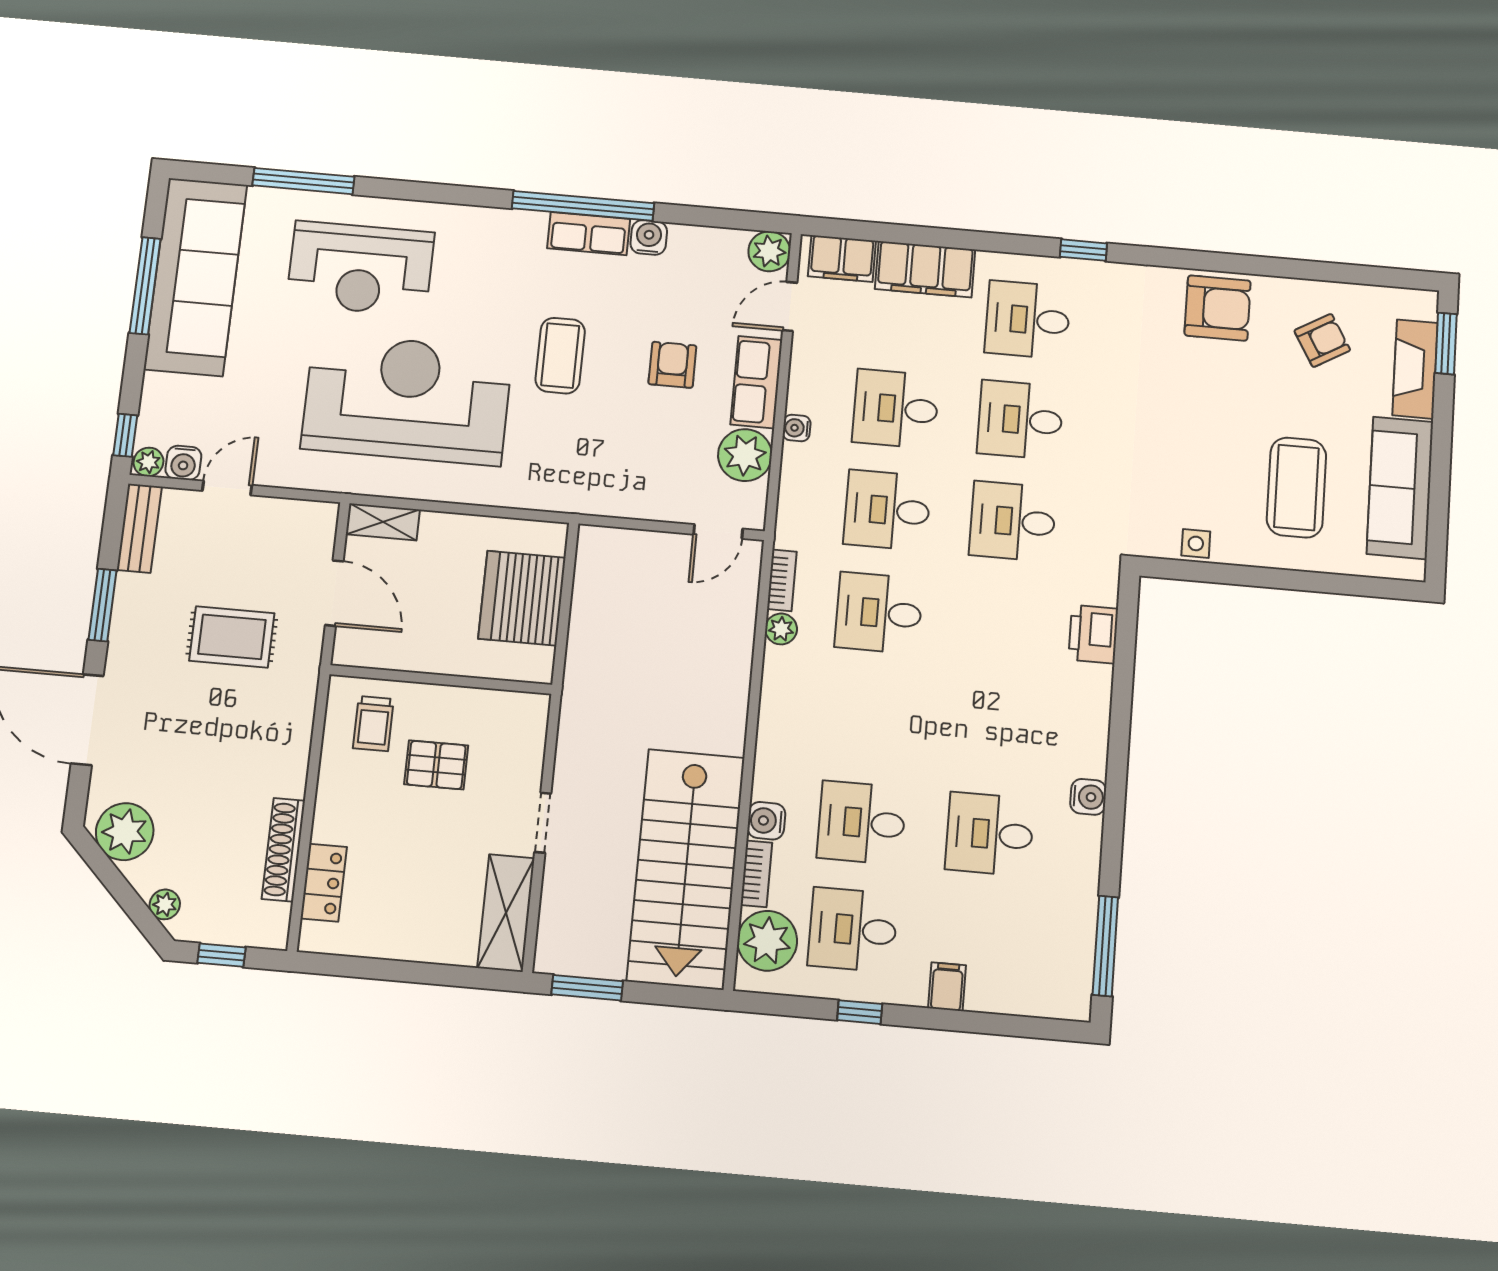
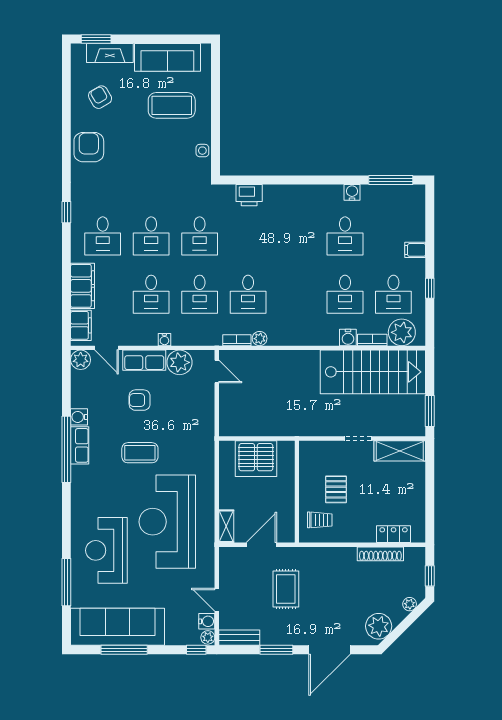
reception desk: (360, 268) -> (106, 550), turned 180
water cooler: (1088, 797) -> (352, 192), moved

